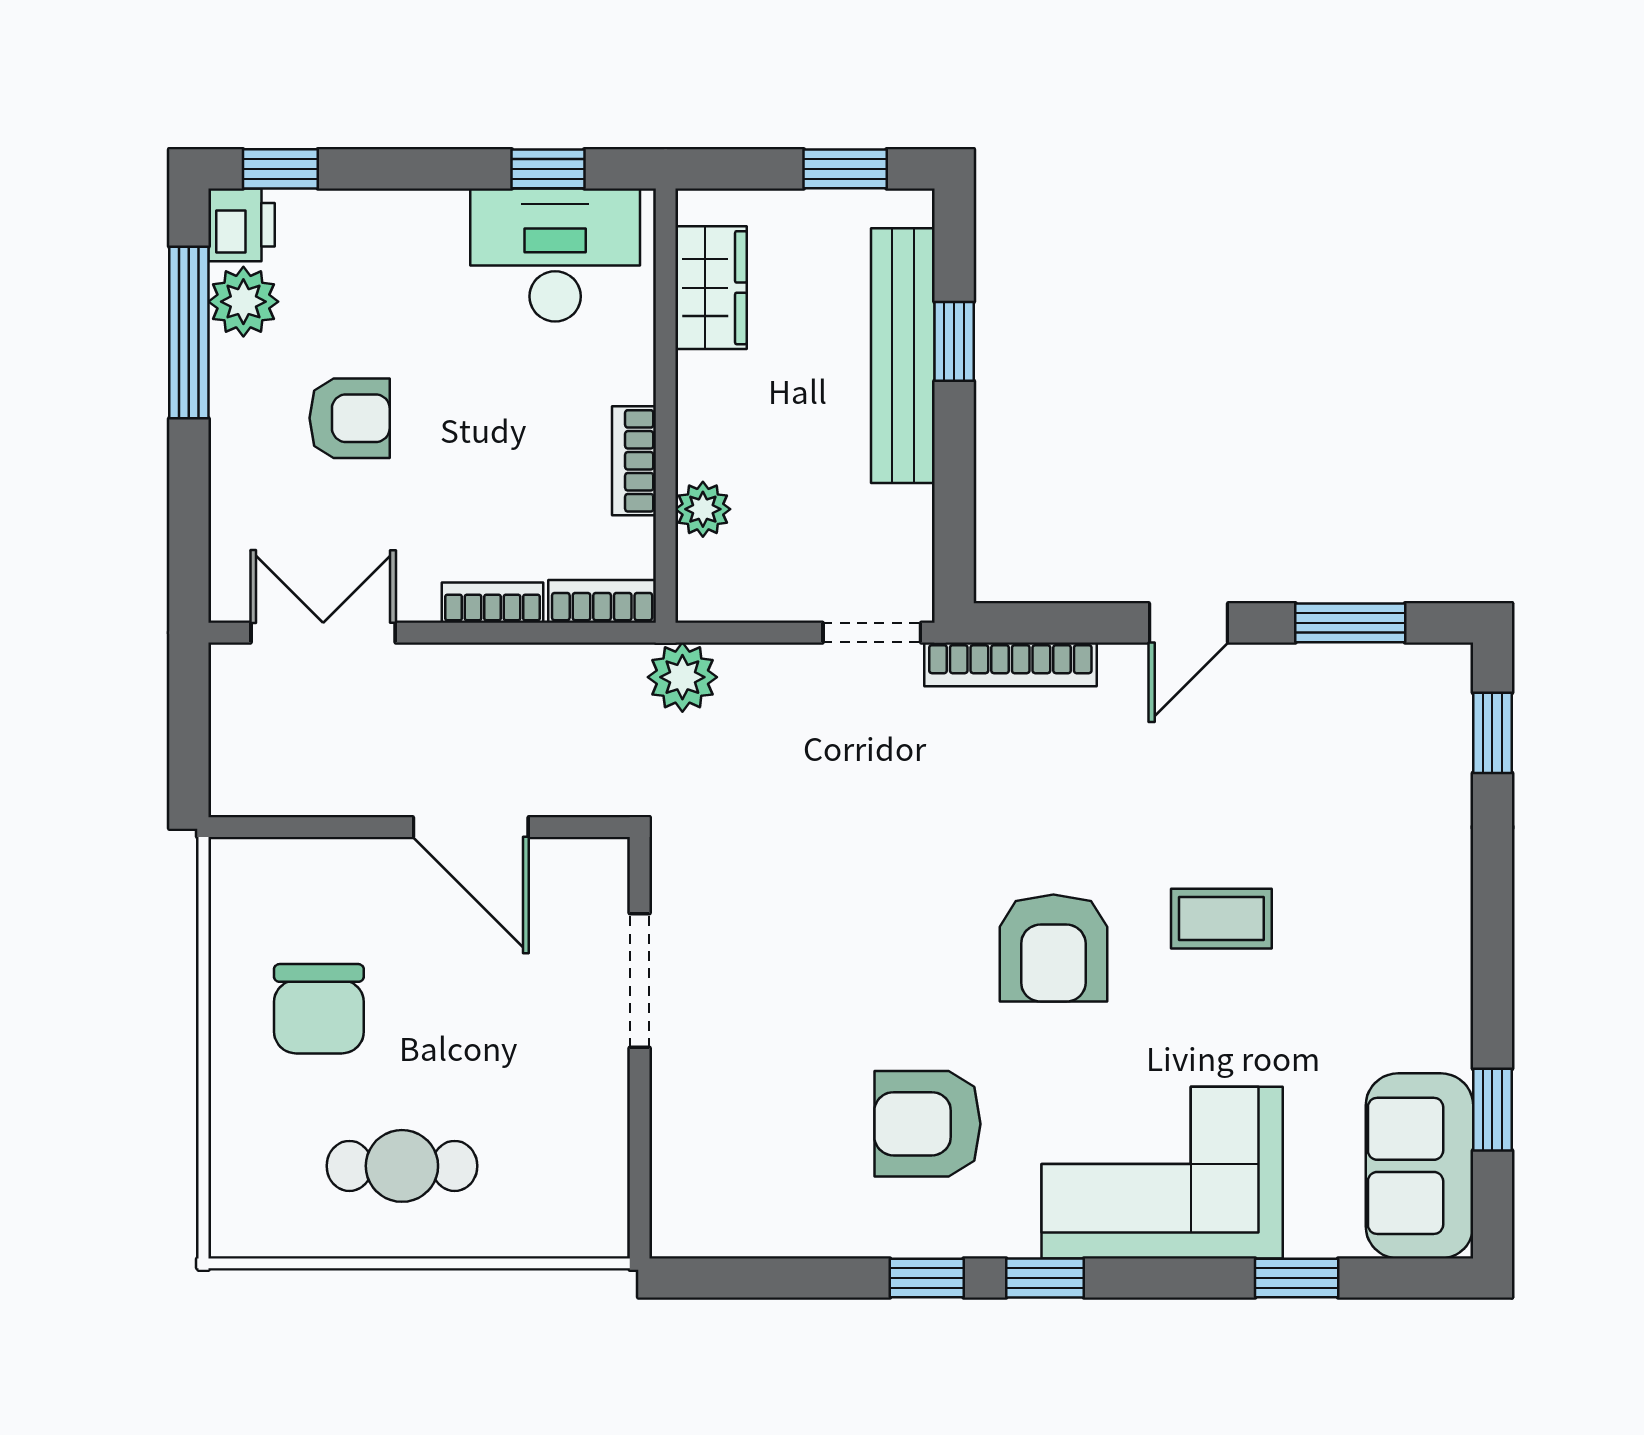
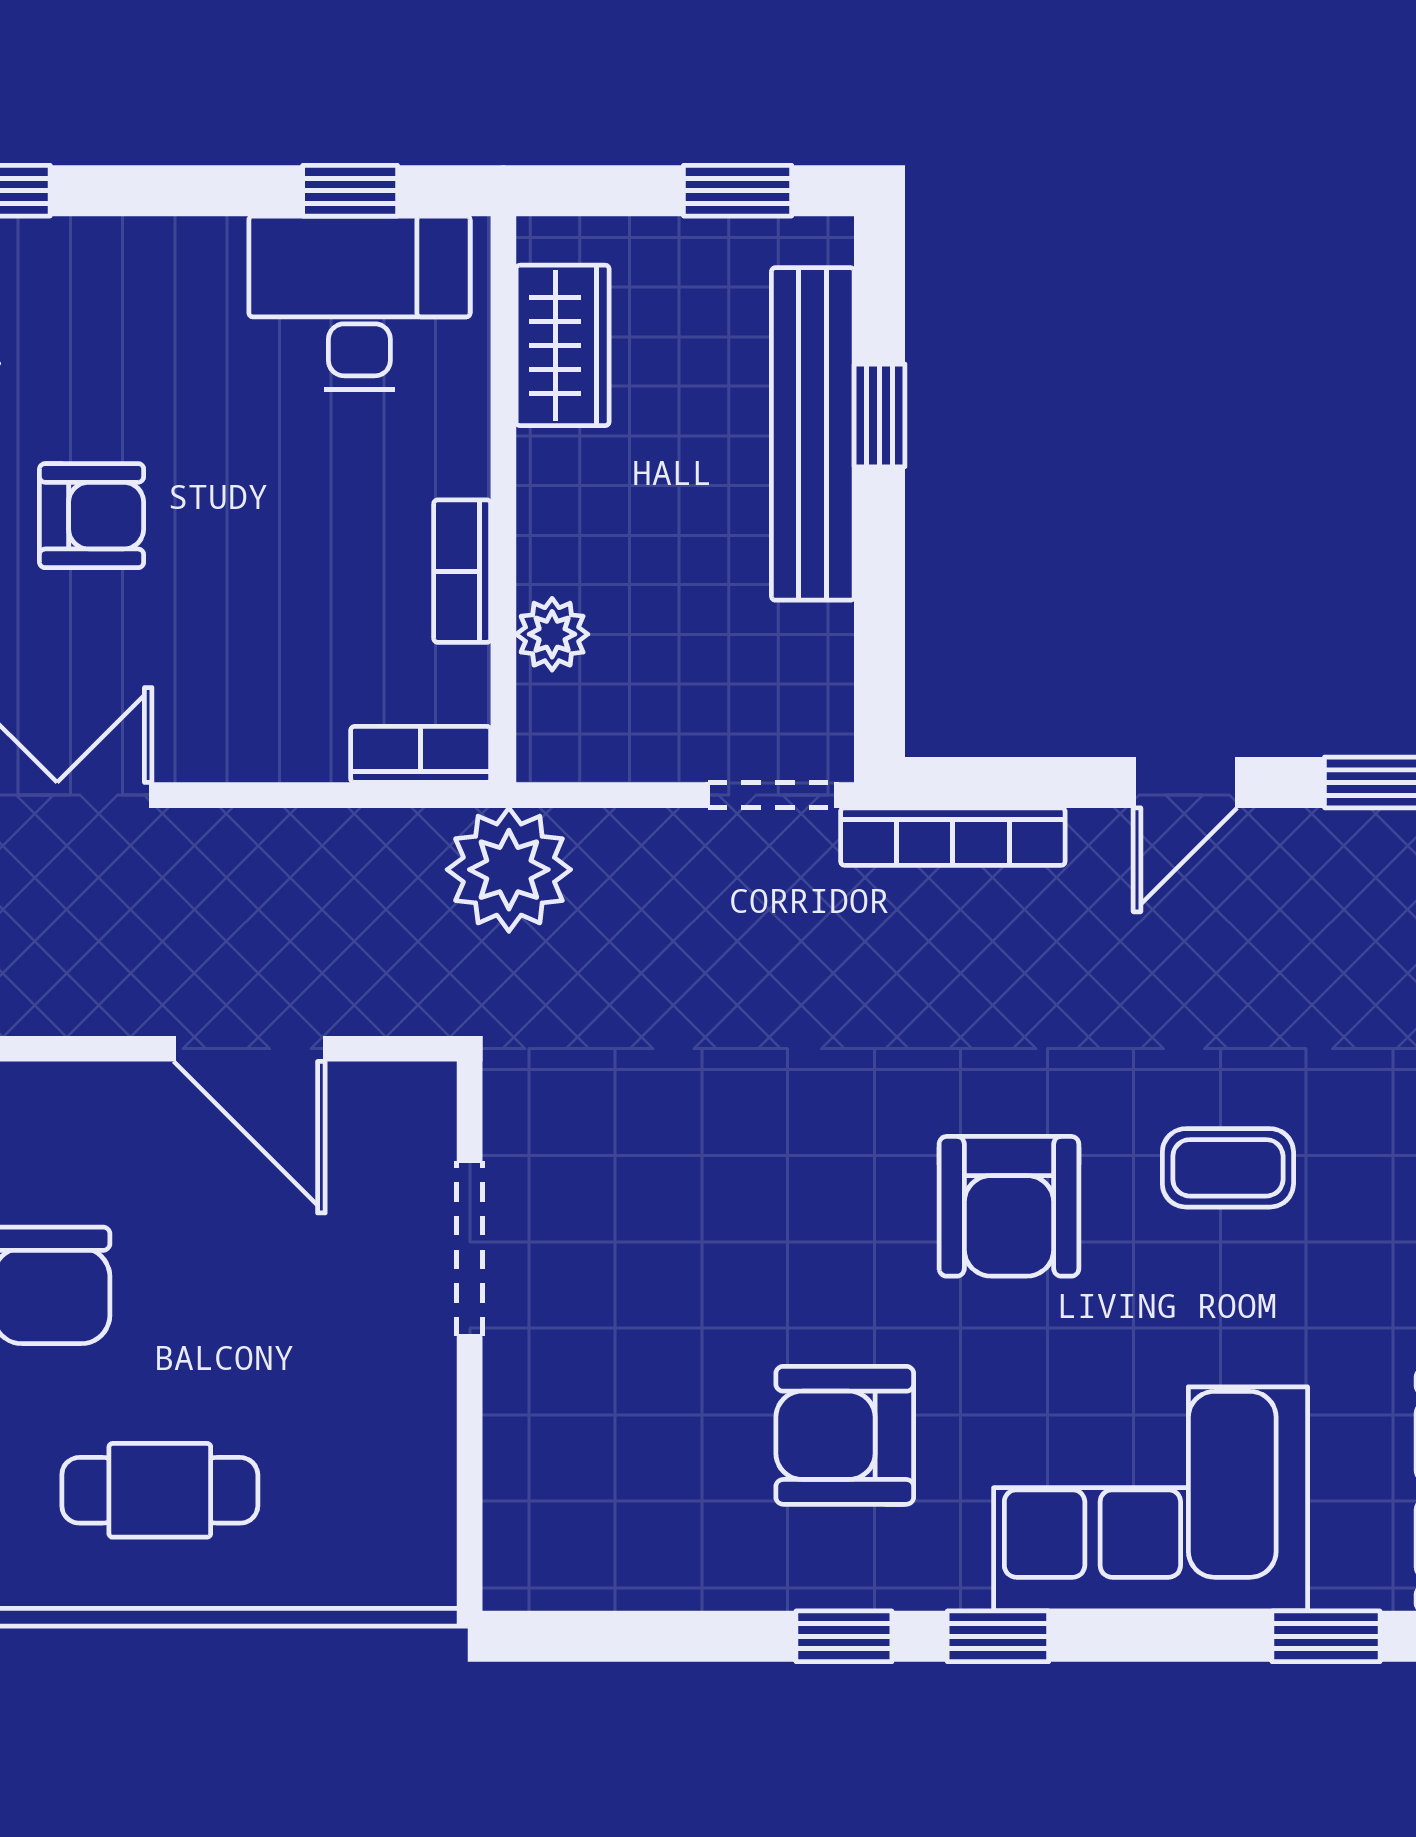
bookcase: (492, 603) -> (278, 756), removed
plant: (682, 677) -> (509, 870), width x1.36, depth x1.36

